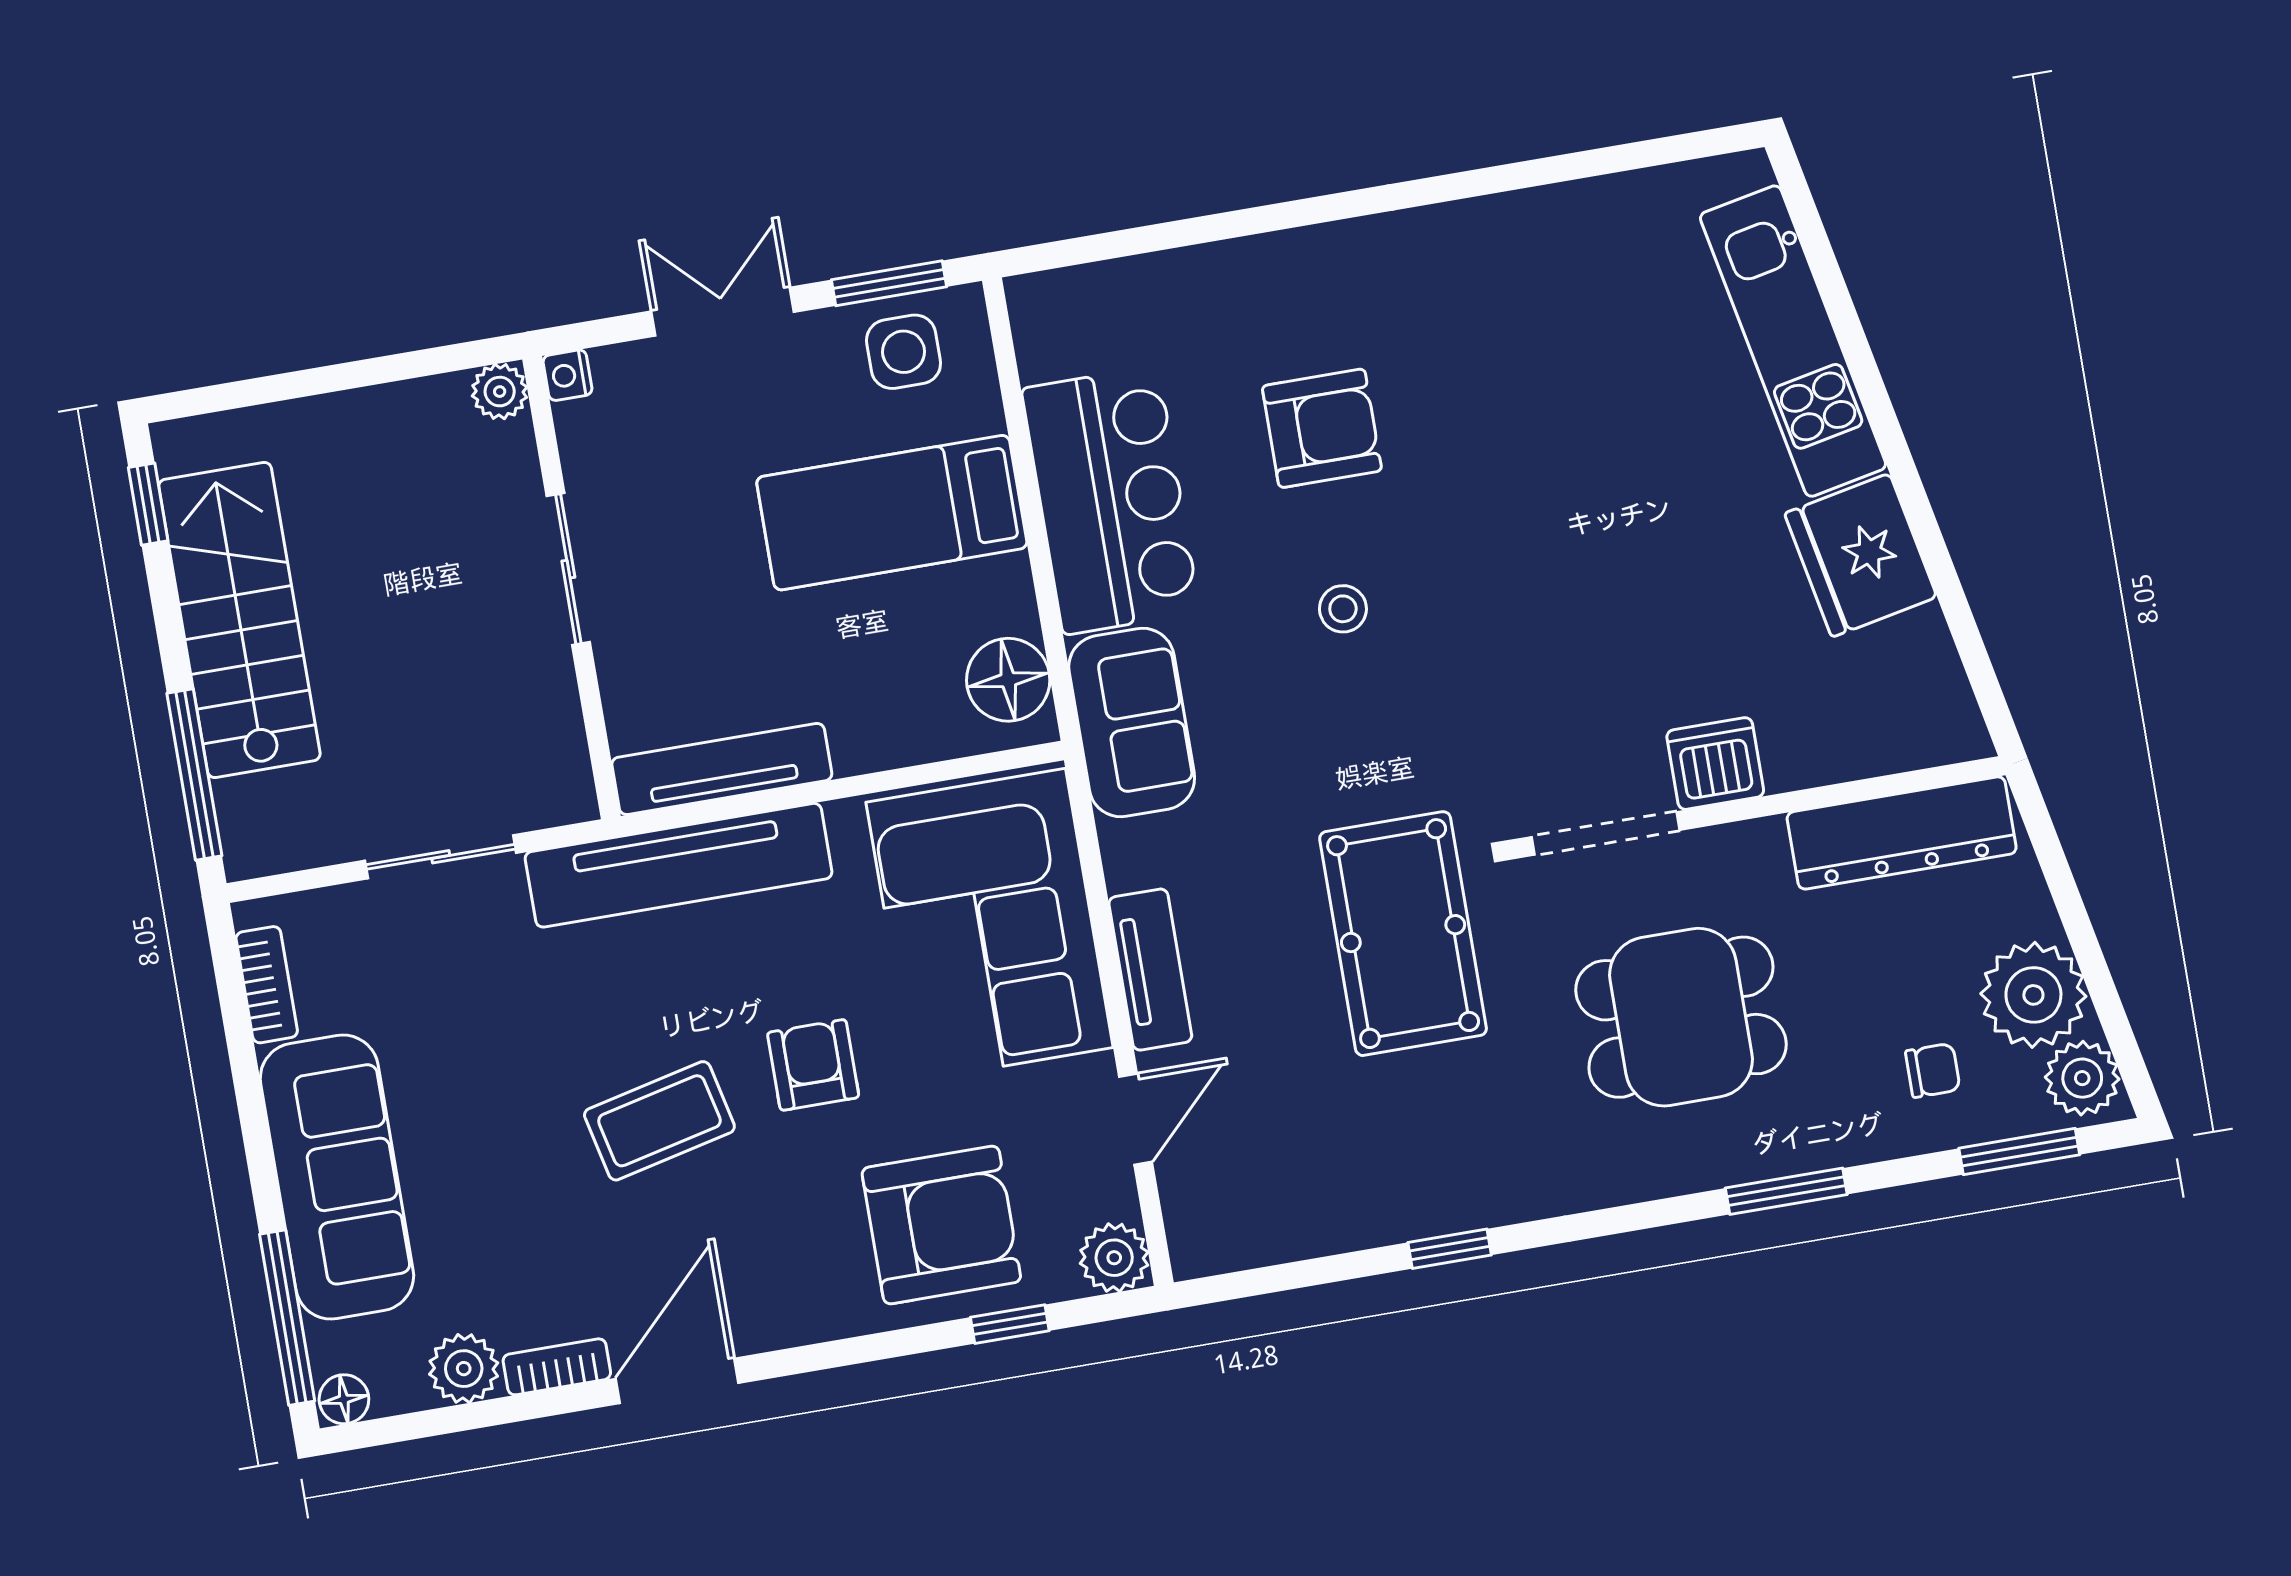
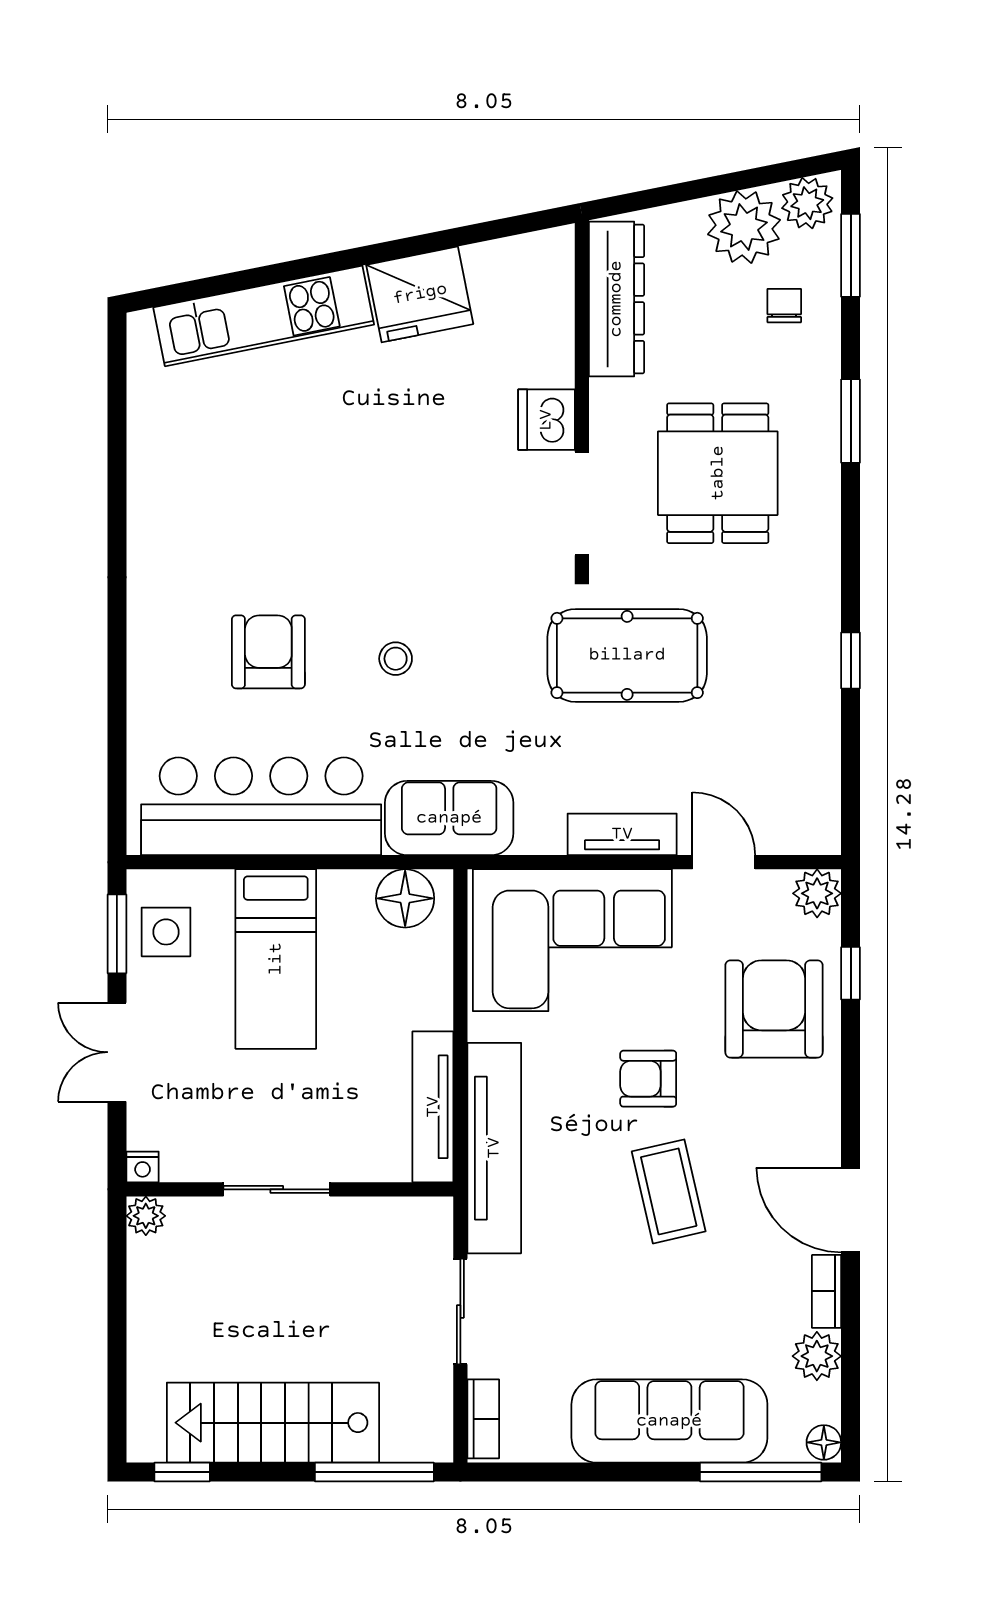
bar counter: (1111, 500) -> (261, 806), width x1.36
bookcase: (267, 985) -> (483, 1419), moved, turned 90

